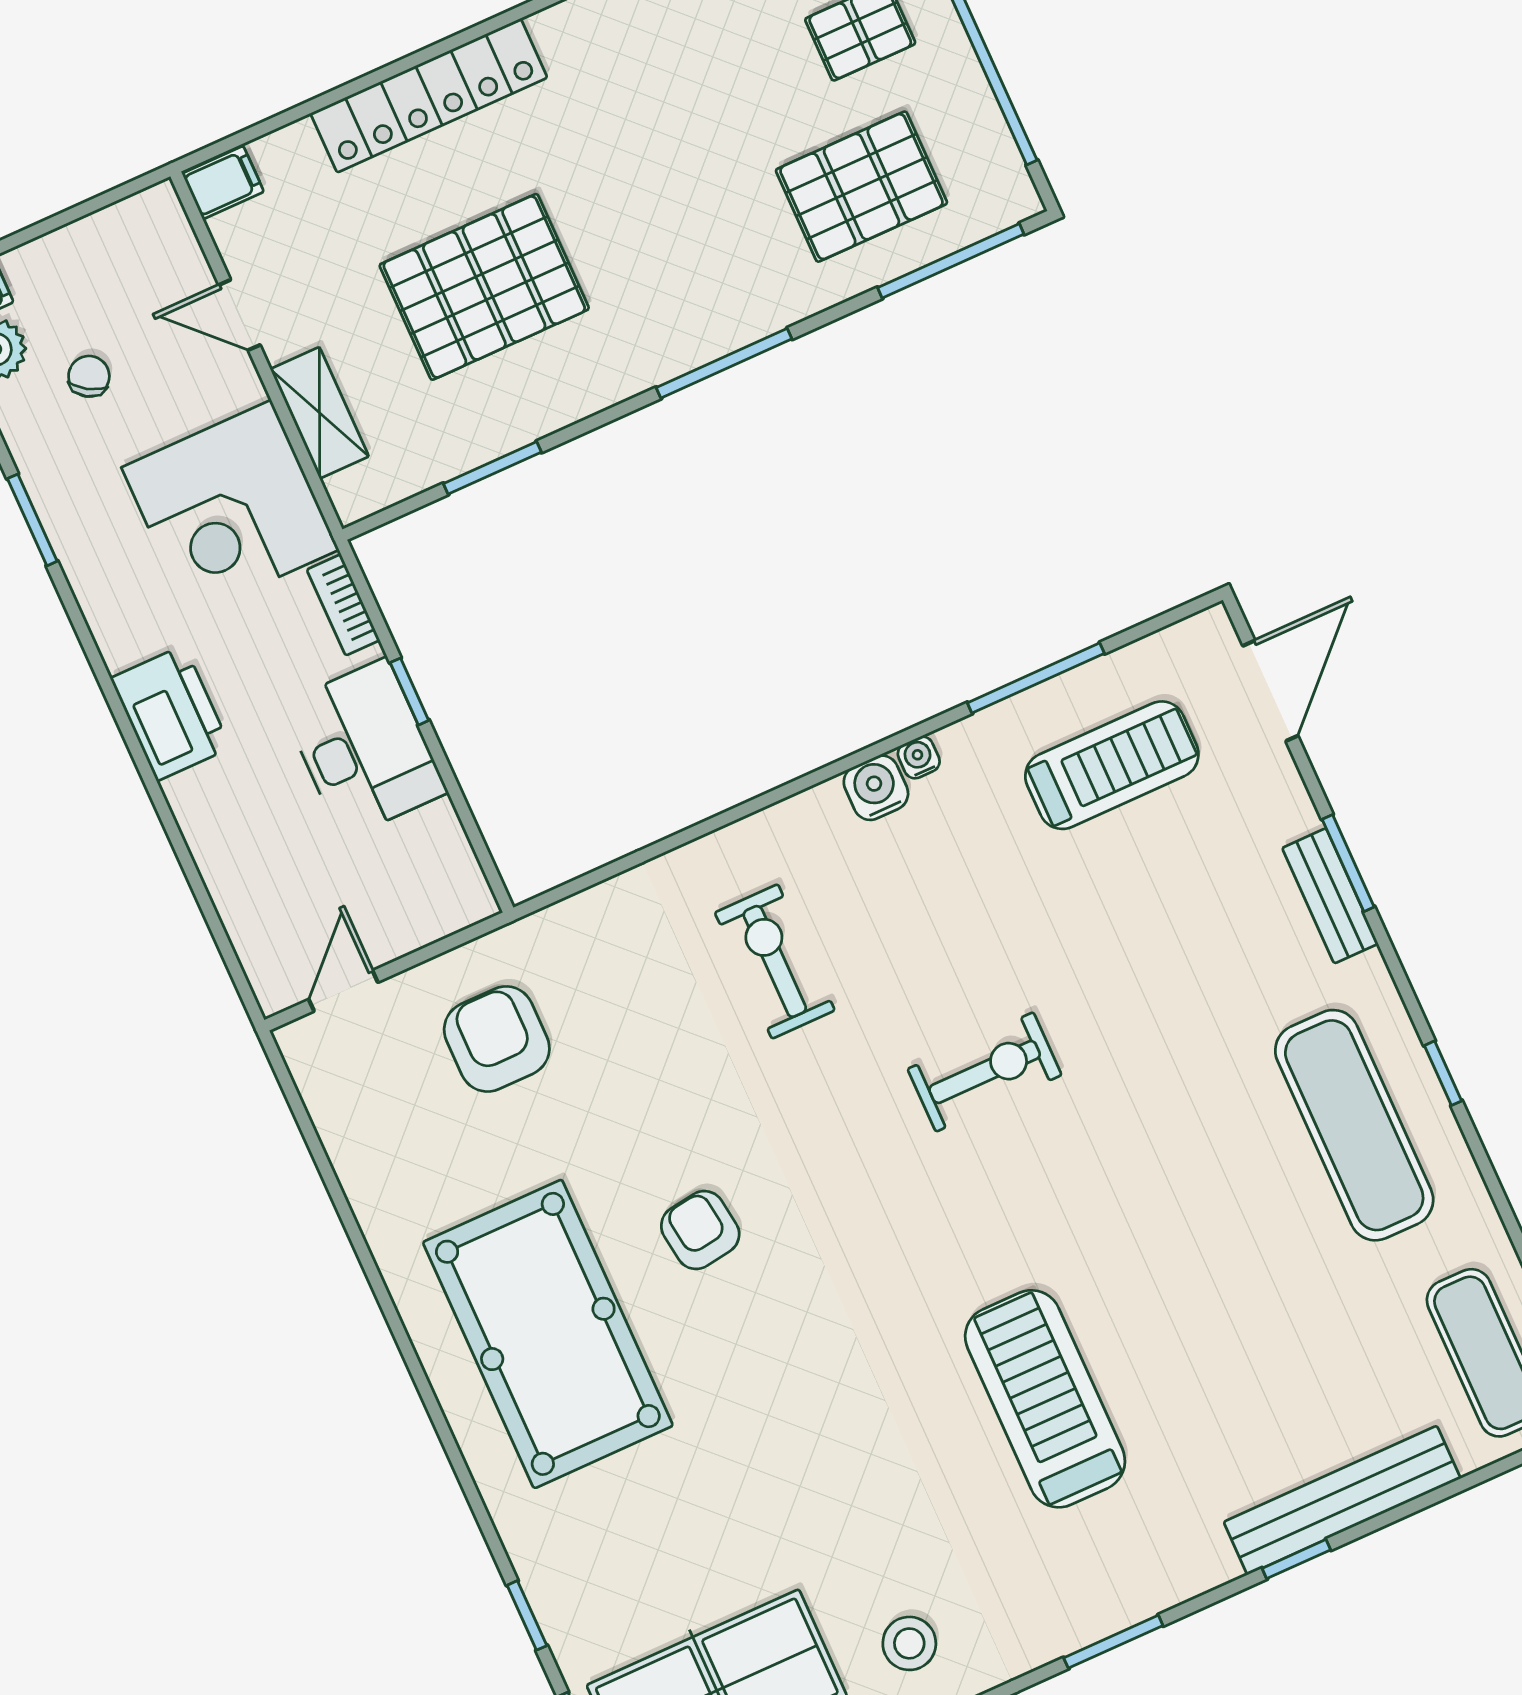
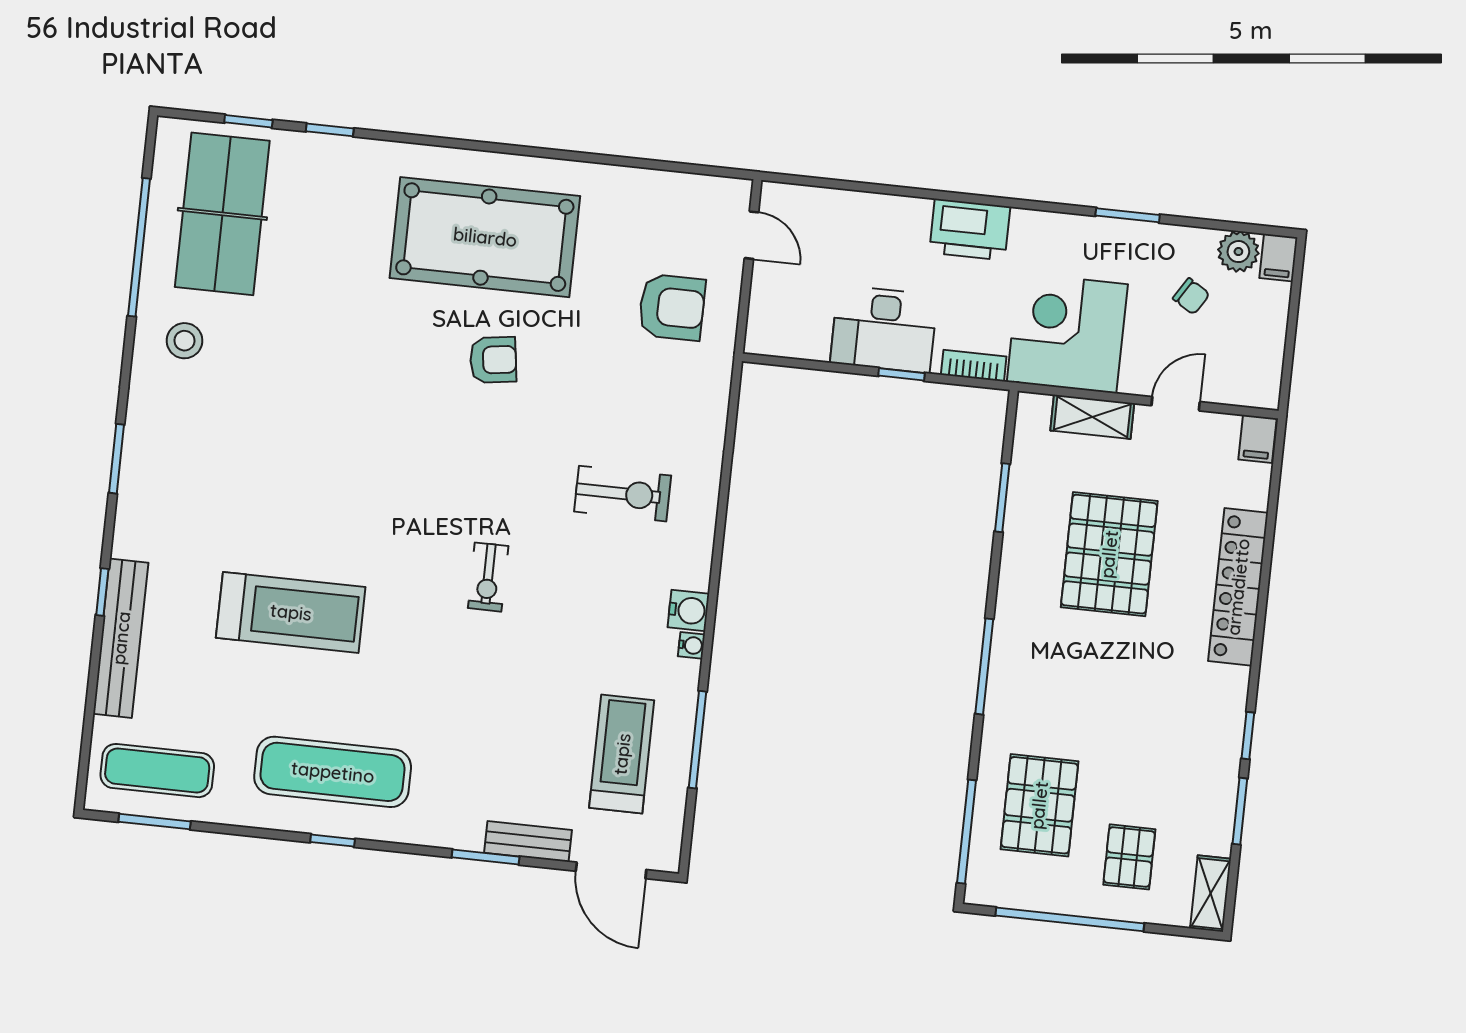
treadmill: (1112, 765) -> (622, 754), turned 180
bench: (1330, 896) -> (528, 841), moved
exercise bike: (985, 1072) -> (488, 577), width x0.73, depth x0.72
treadmill: (1045, 1399) -> (291, 612), moved

